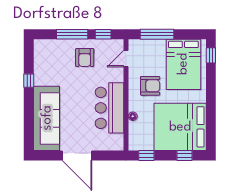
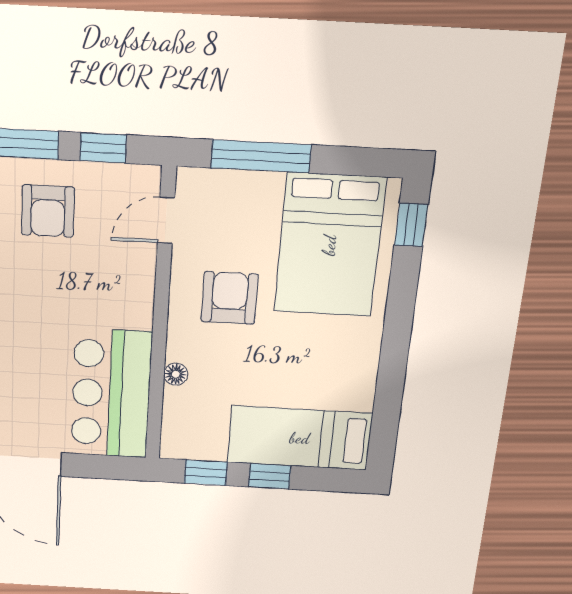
armchair: (150, 86) -> (230, 298), turned -90
bar counter: (109, 108) -> (111, 394), moved
bed: (180, 127) -> (300, 438), width x0.49
window: (184, 156) -> (270, 476), moved

